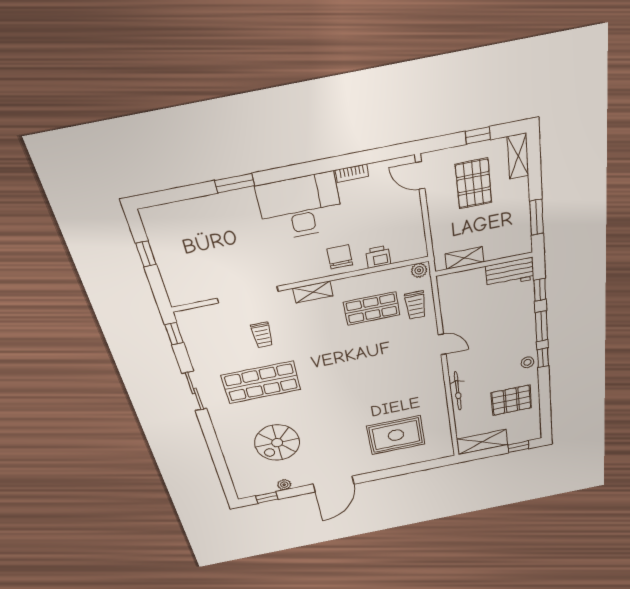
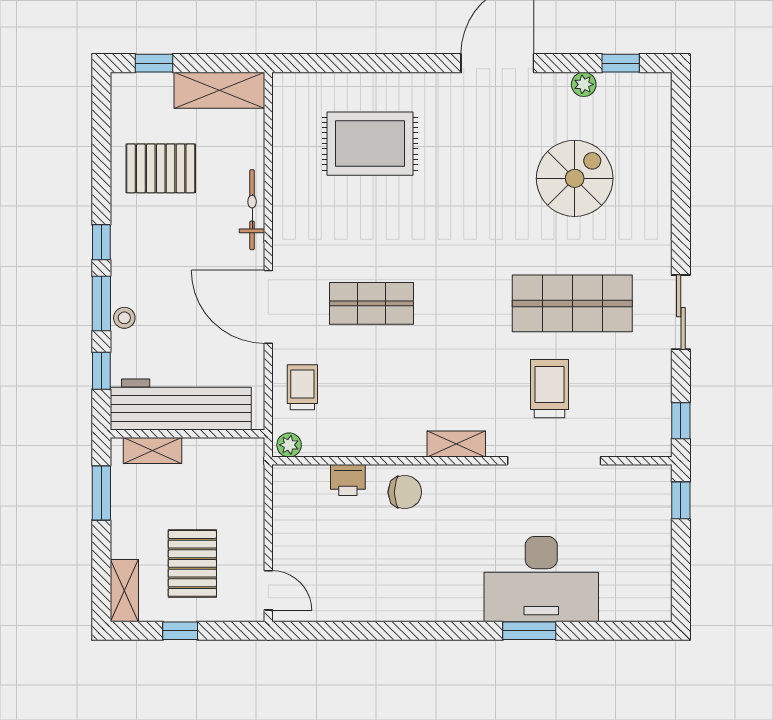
bookcase: (352, 173) -> (365, 613), removed
desk: (300, 207) -> (541, 579), moved
window: (146, 254) -> (681, 500), moved
chair: (340, 257) -> (405, 492), turned -90
shelving: (464, 258) -> (153, 450), moved
workbench: (510, 273) -> (181, 405), width x1.87, depth x1.32
shop shelf: (372, 308) -> (372, 303), moved
trolley: (262, 335) -> (550, 389), width x1.36, depth x1.39
door: (442, 344) -> (268, 307), width x1.88
stool: (527, 362) -> (124, 318), moved

